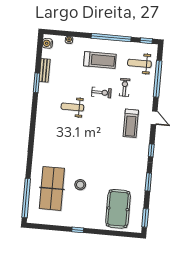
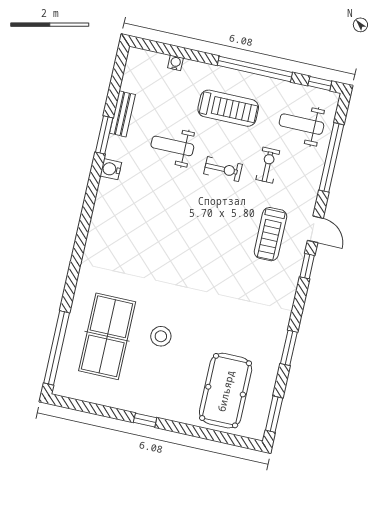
water cooler: (47, 43) -> (111, 169), moved
weight bench: (72, 107) -> (172, 146), moved
window: (151, 150) -> (307, 266), moved

